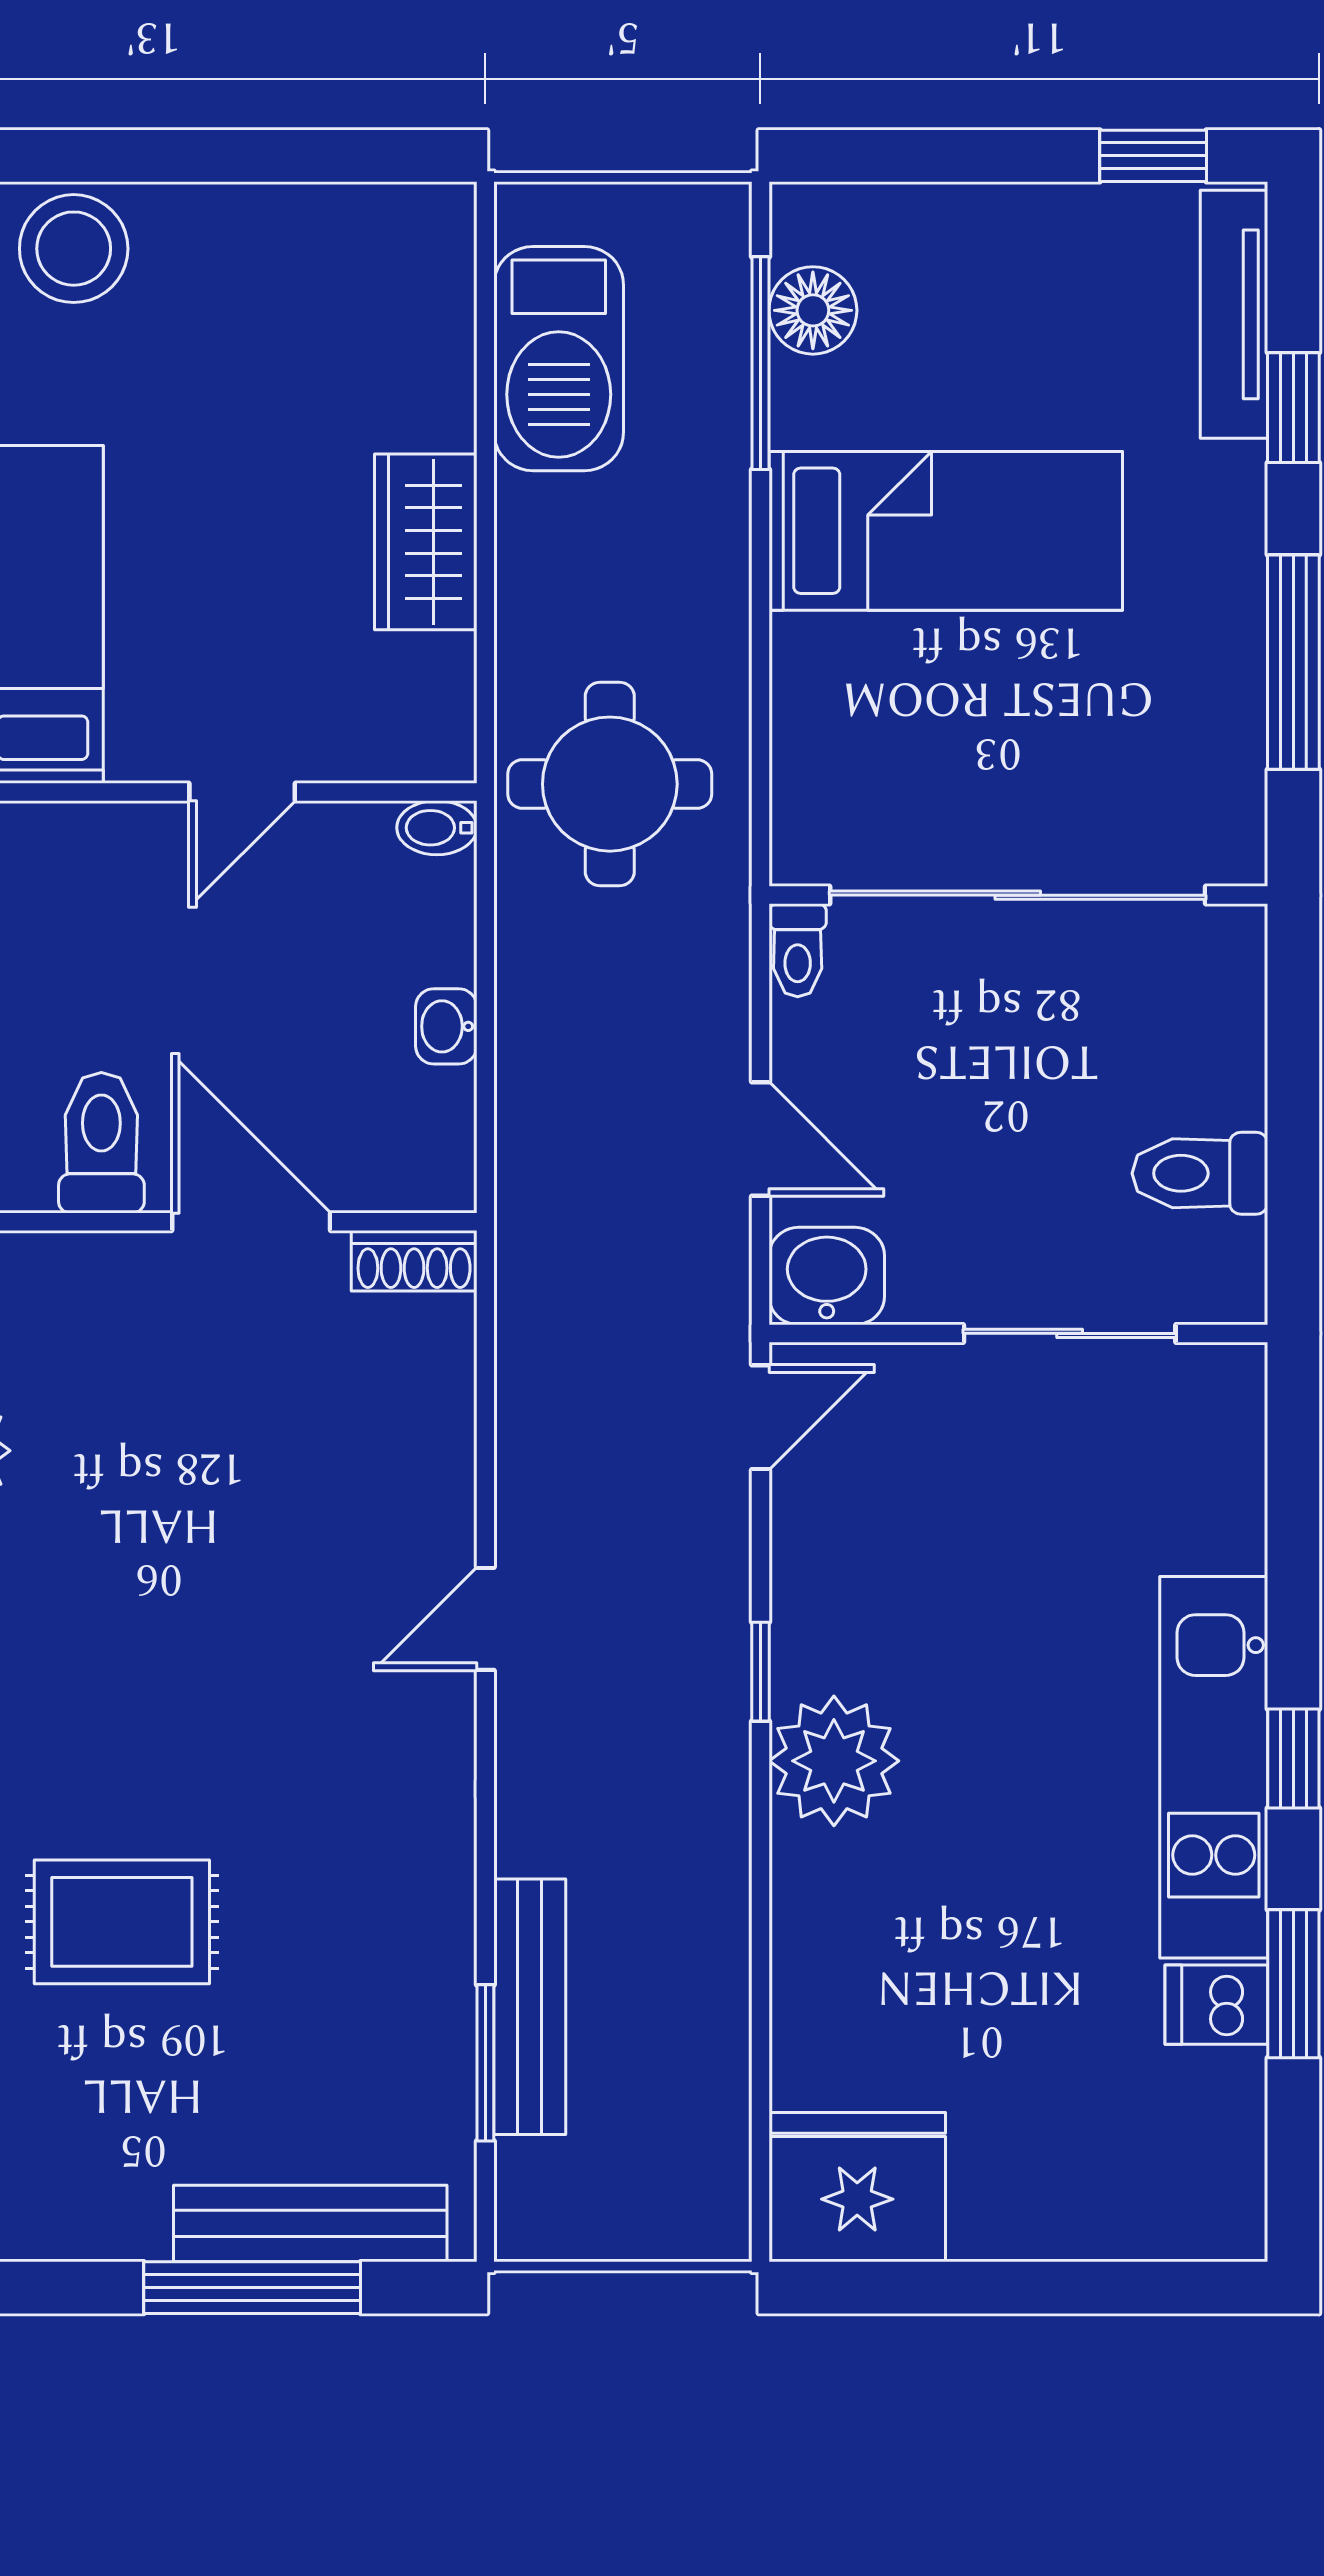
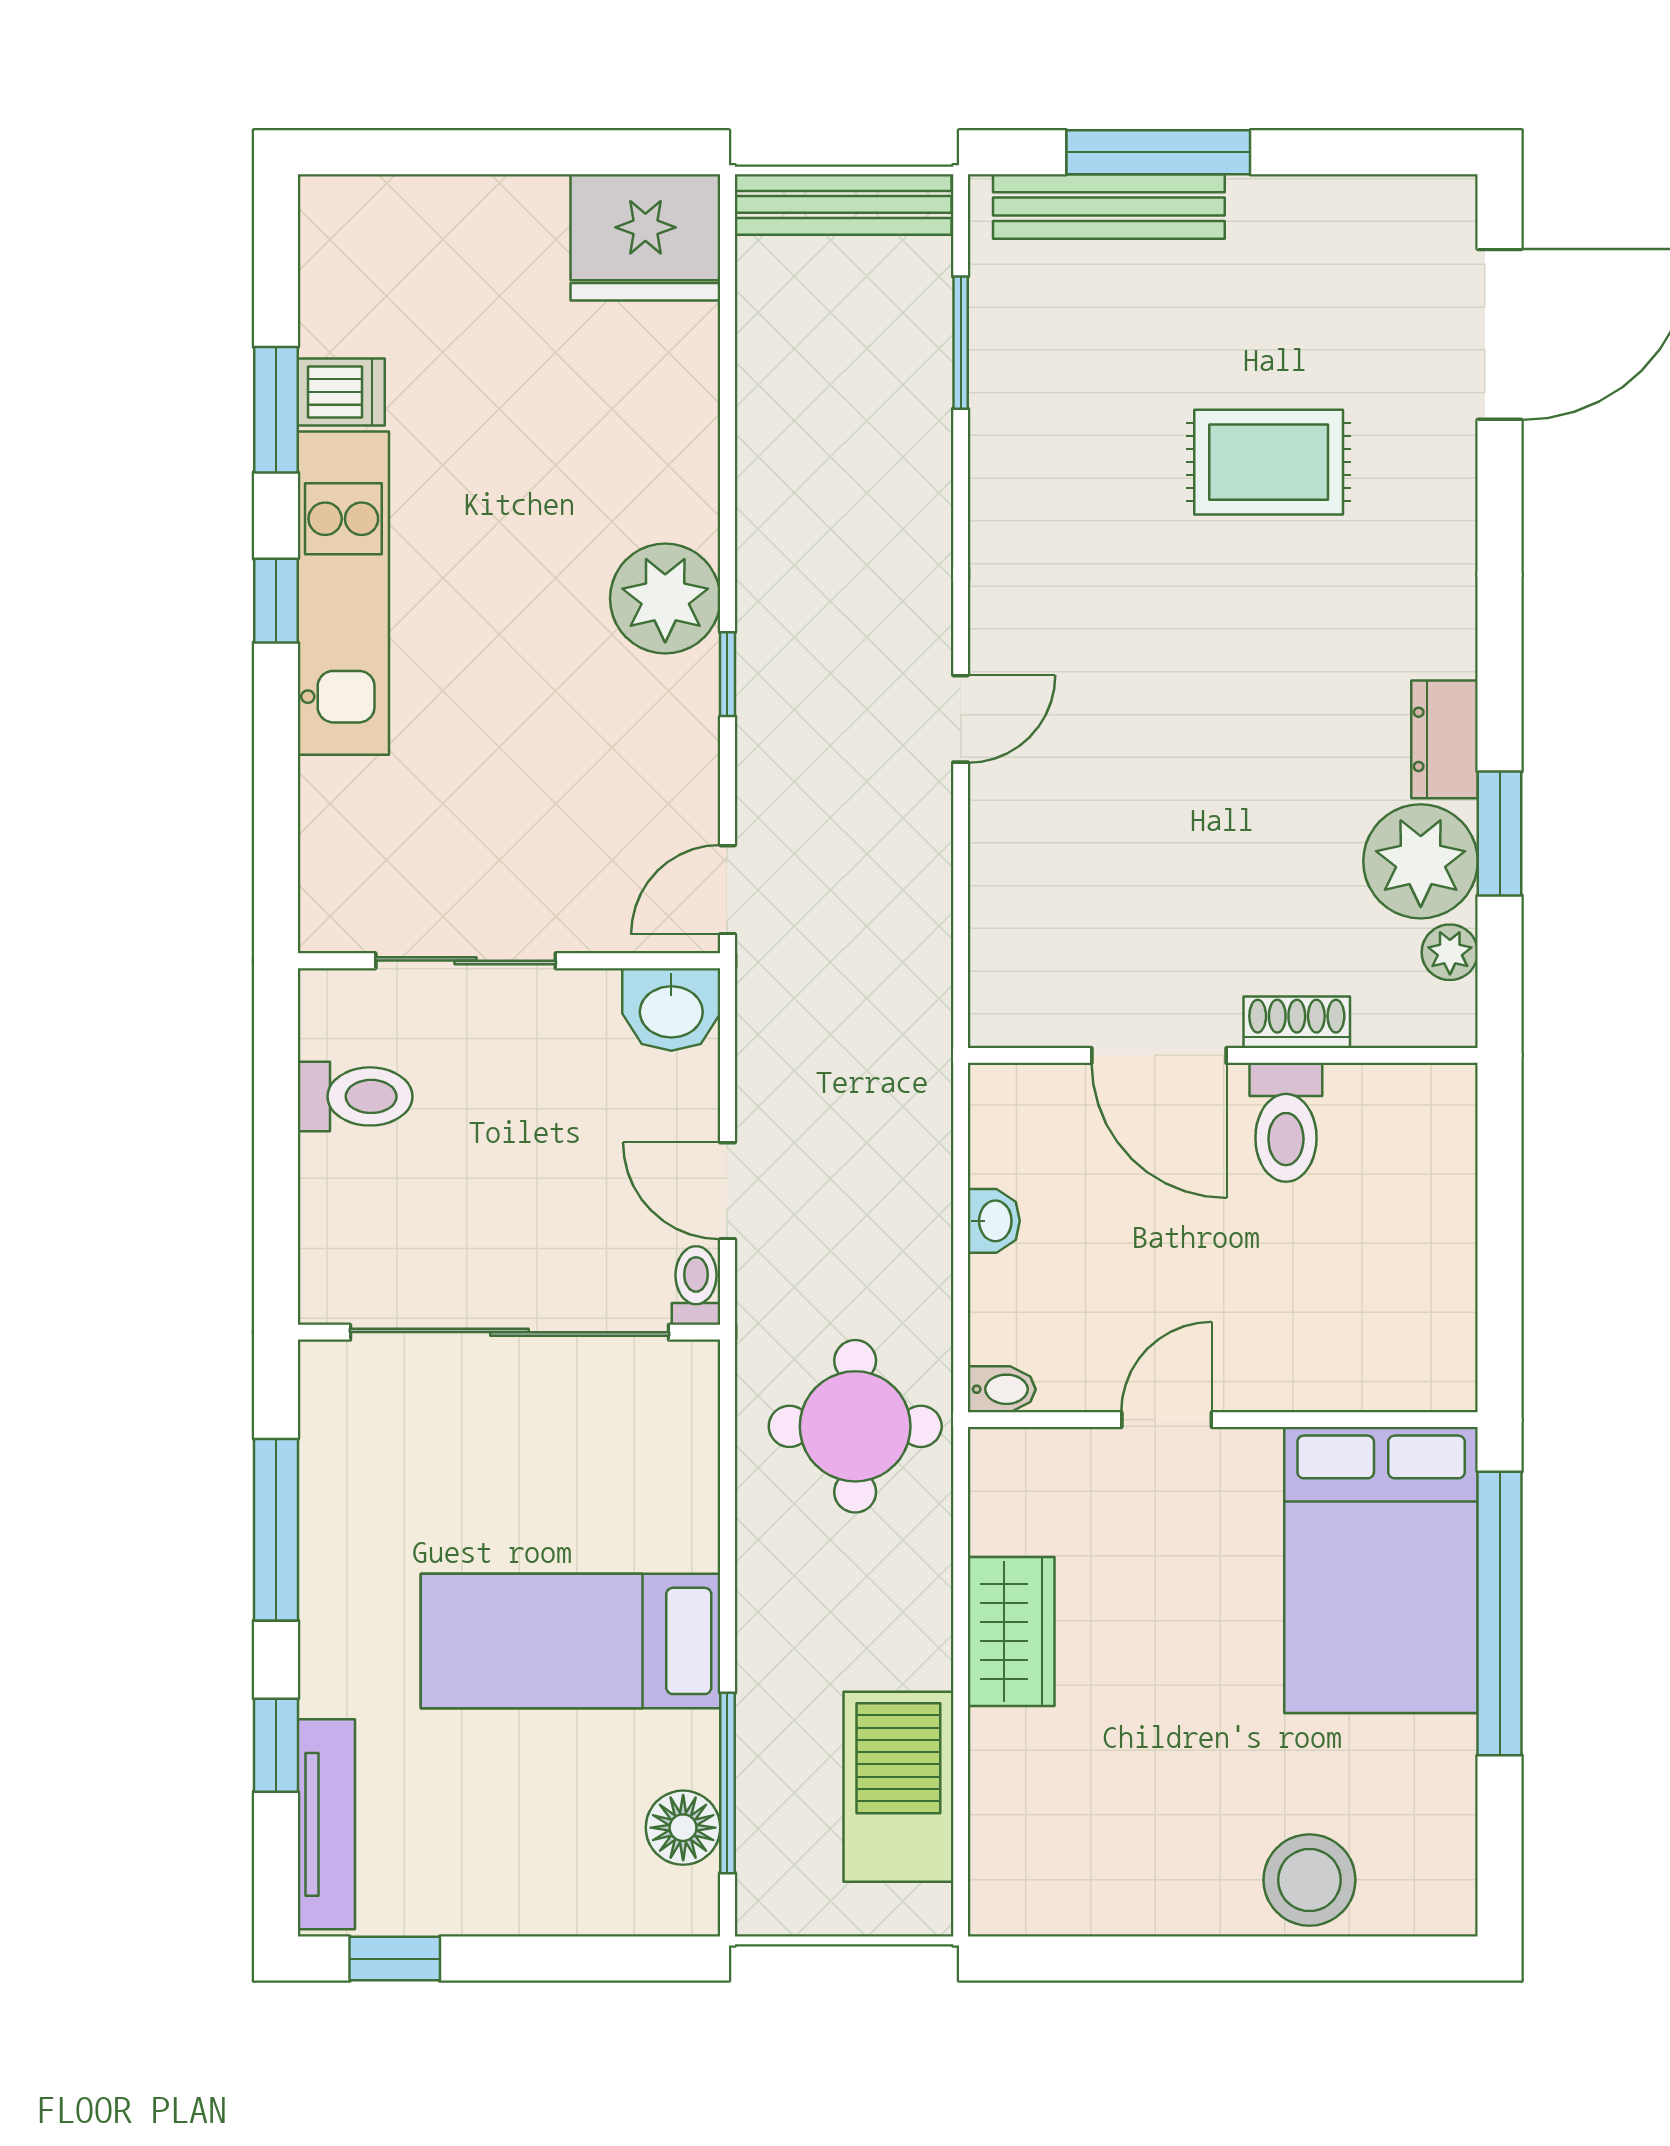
door: (760, 1139) -> (727, 1191), moved
shoe rack: (414, 1261) -> (1297, 1022), moved
bench: (530, 2007) -> (843, 204), moved, turned 90

